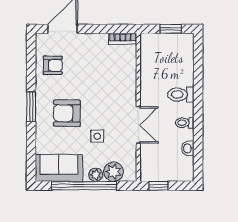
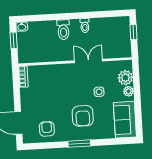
washbasin: (188, 148) -> (22, 27), moved
window: (84, 186) -> (137, 100), removed
window: (158, 186) -> (134, 32), moved

